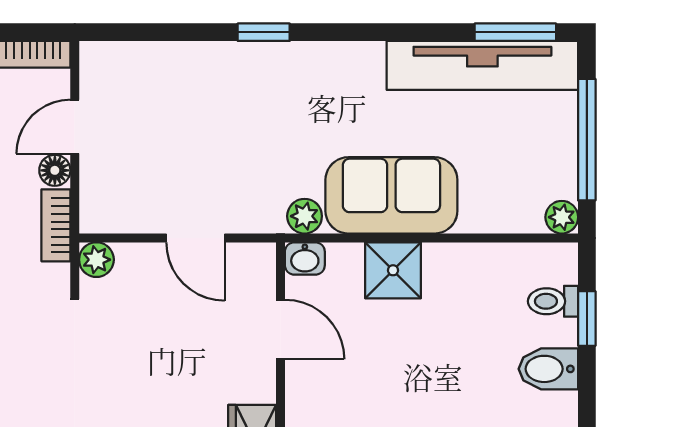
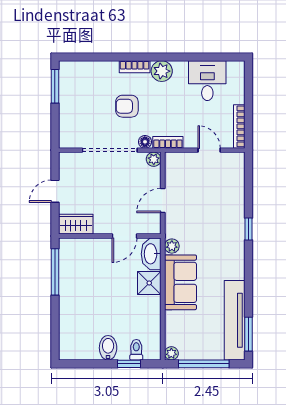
floor lamp: (55, 170) -> (145, 142), moved
washbasin: (305, 258) -> (151, 254), width x1.91, depth x1.45

